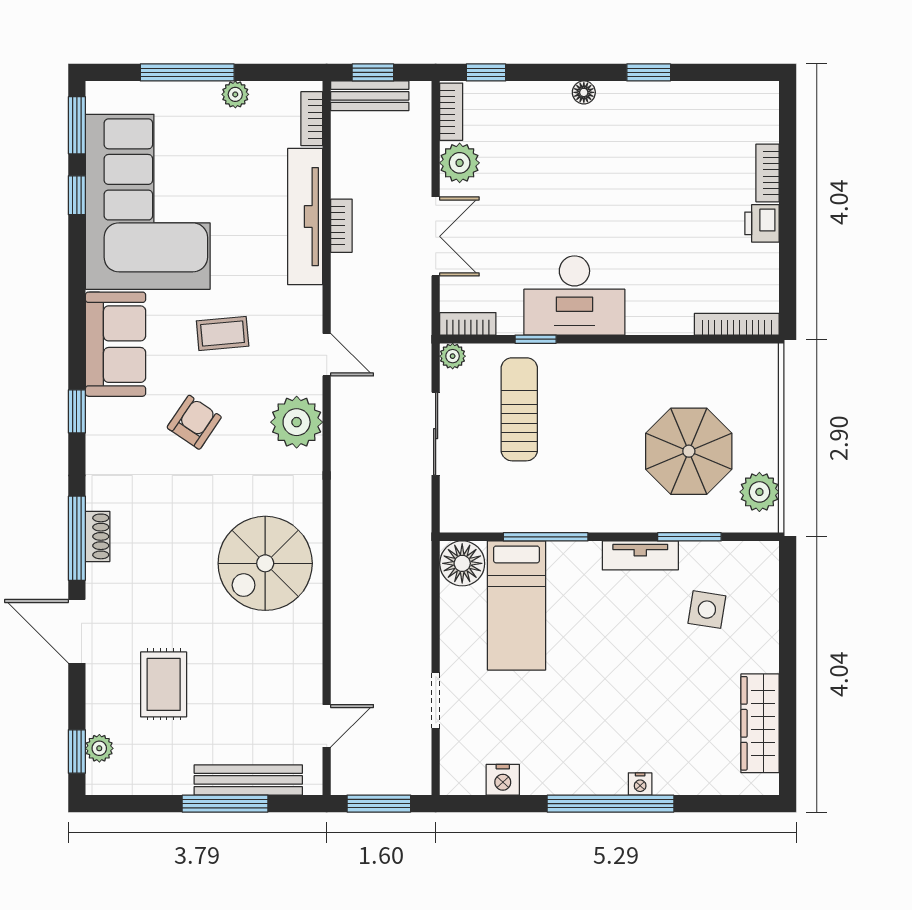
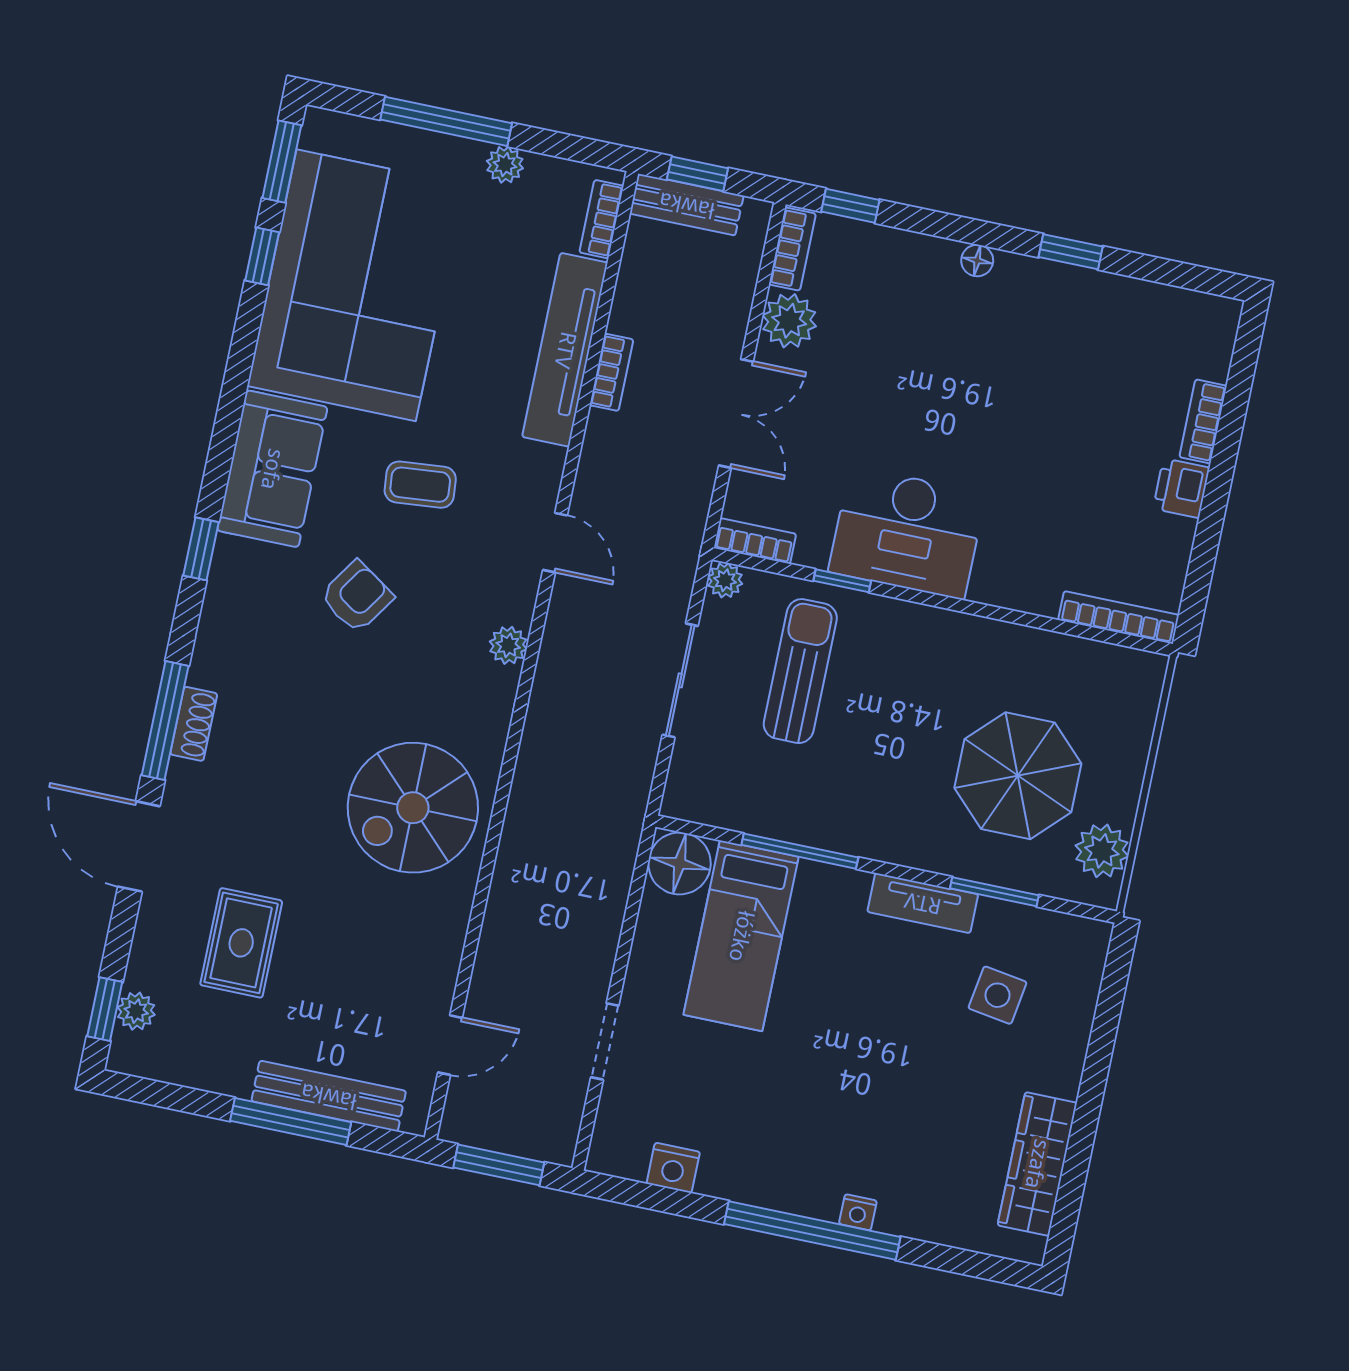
plant: (297, 422) -> (508, 645), width x0.53, depth x0.53

